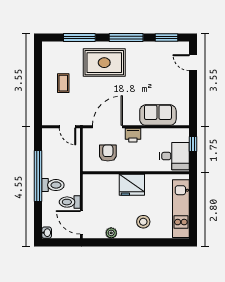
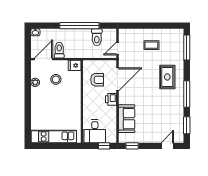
window: (79, 37) -> (187, 47), moved
rug: (104, 63) -> (167, 77), width x0.73, depth x0.70
window: (193, 108) -> (132, 146), added
door: (107, 127) -> (117, 79), hinge flipped
toilet: (53, 185) -> (97, 37), moved
fridge: (132, 185) -> (75, 65), moved, width x0.53, depth x0.75
stool: (143, 222) -> (56, 79), moved

